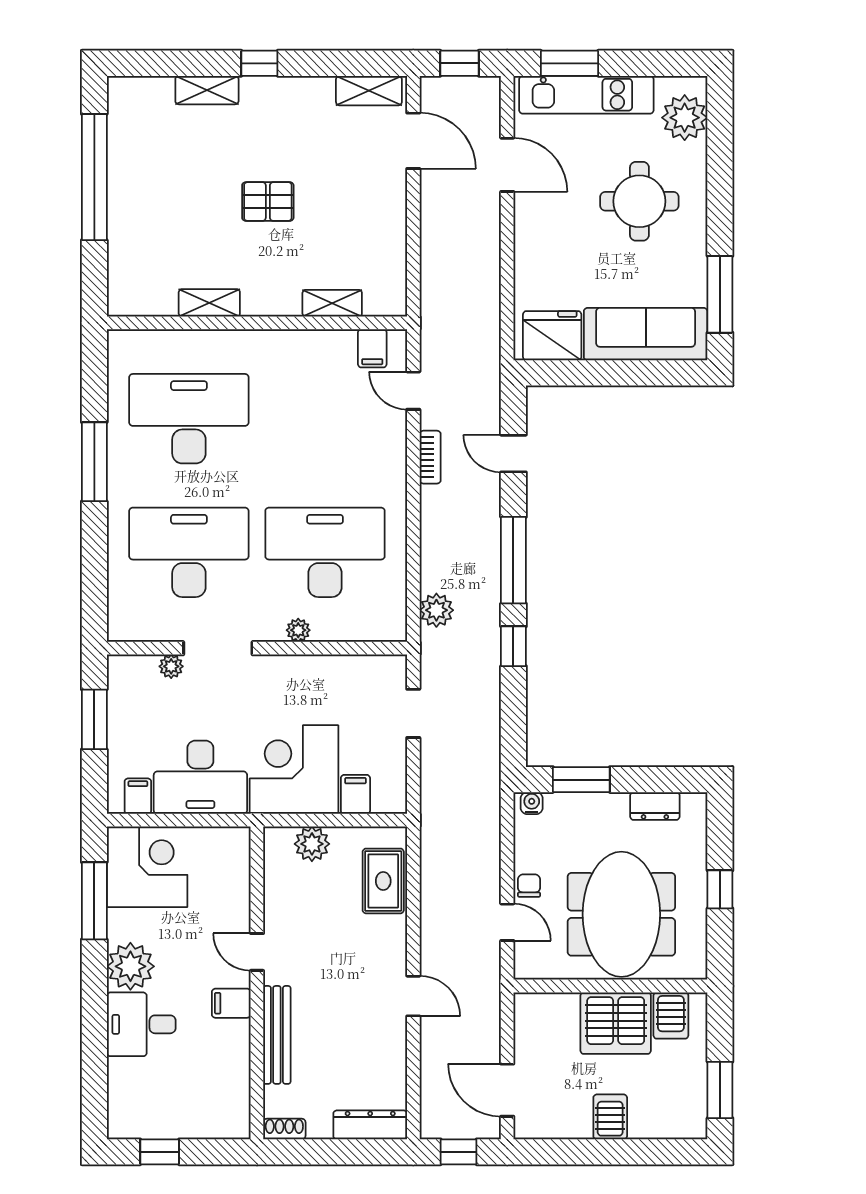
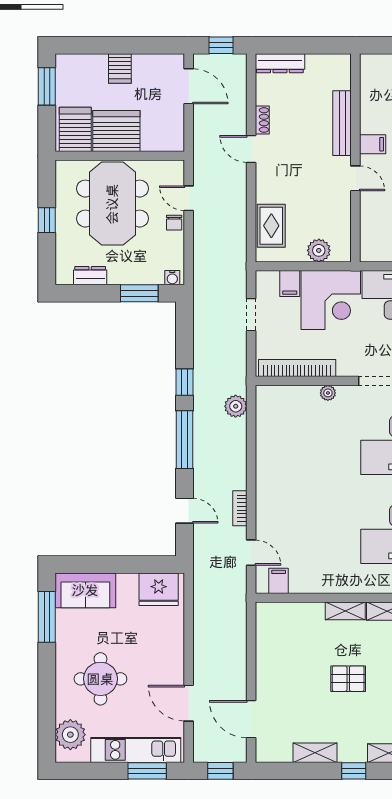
shelving: (369, 91) -> (315, 753), moved
shelving: (332, 303) -> (345, 611), moved
sofa: (646, 334) -> (85, 590), width x0.73
desk: (325, 552) -> (310, 445), removed
bookcase: (344, 668) -> (297, 368), added
doorway: (413, 713) -> (251, 315), moved
server rack: (671, 1015) -> (75, 129), width x1.36, depth x1.44
shoe rack: (284, 1129) -> (262, 120), moved, turned -90

